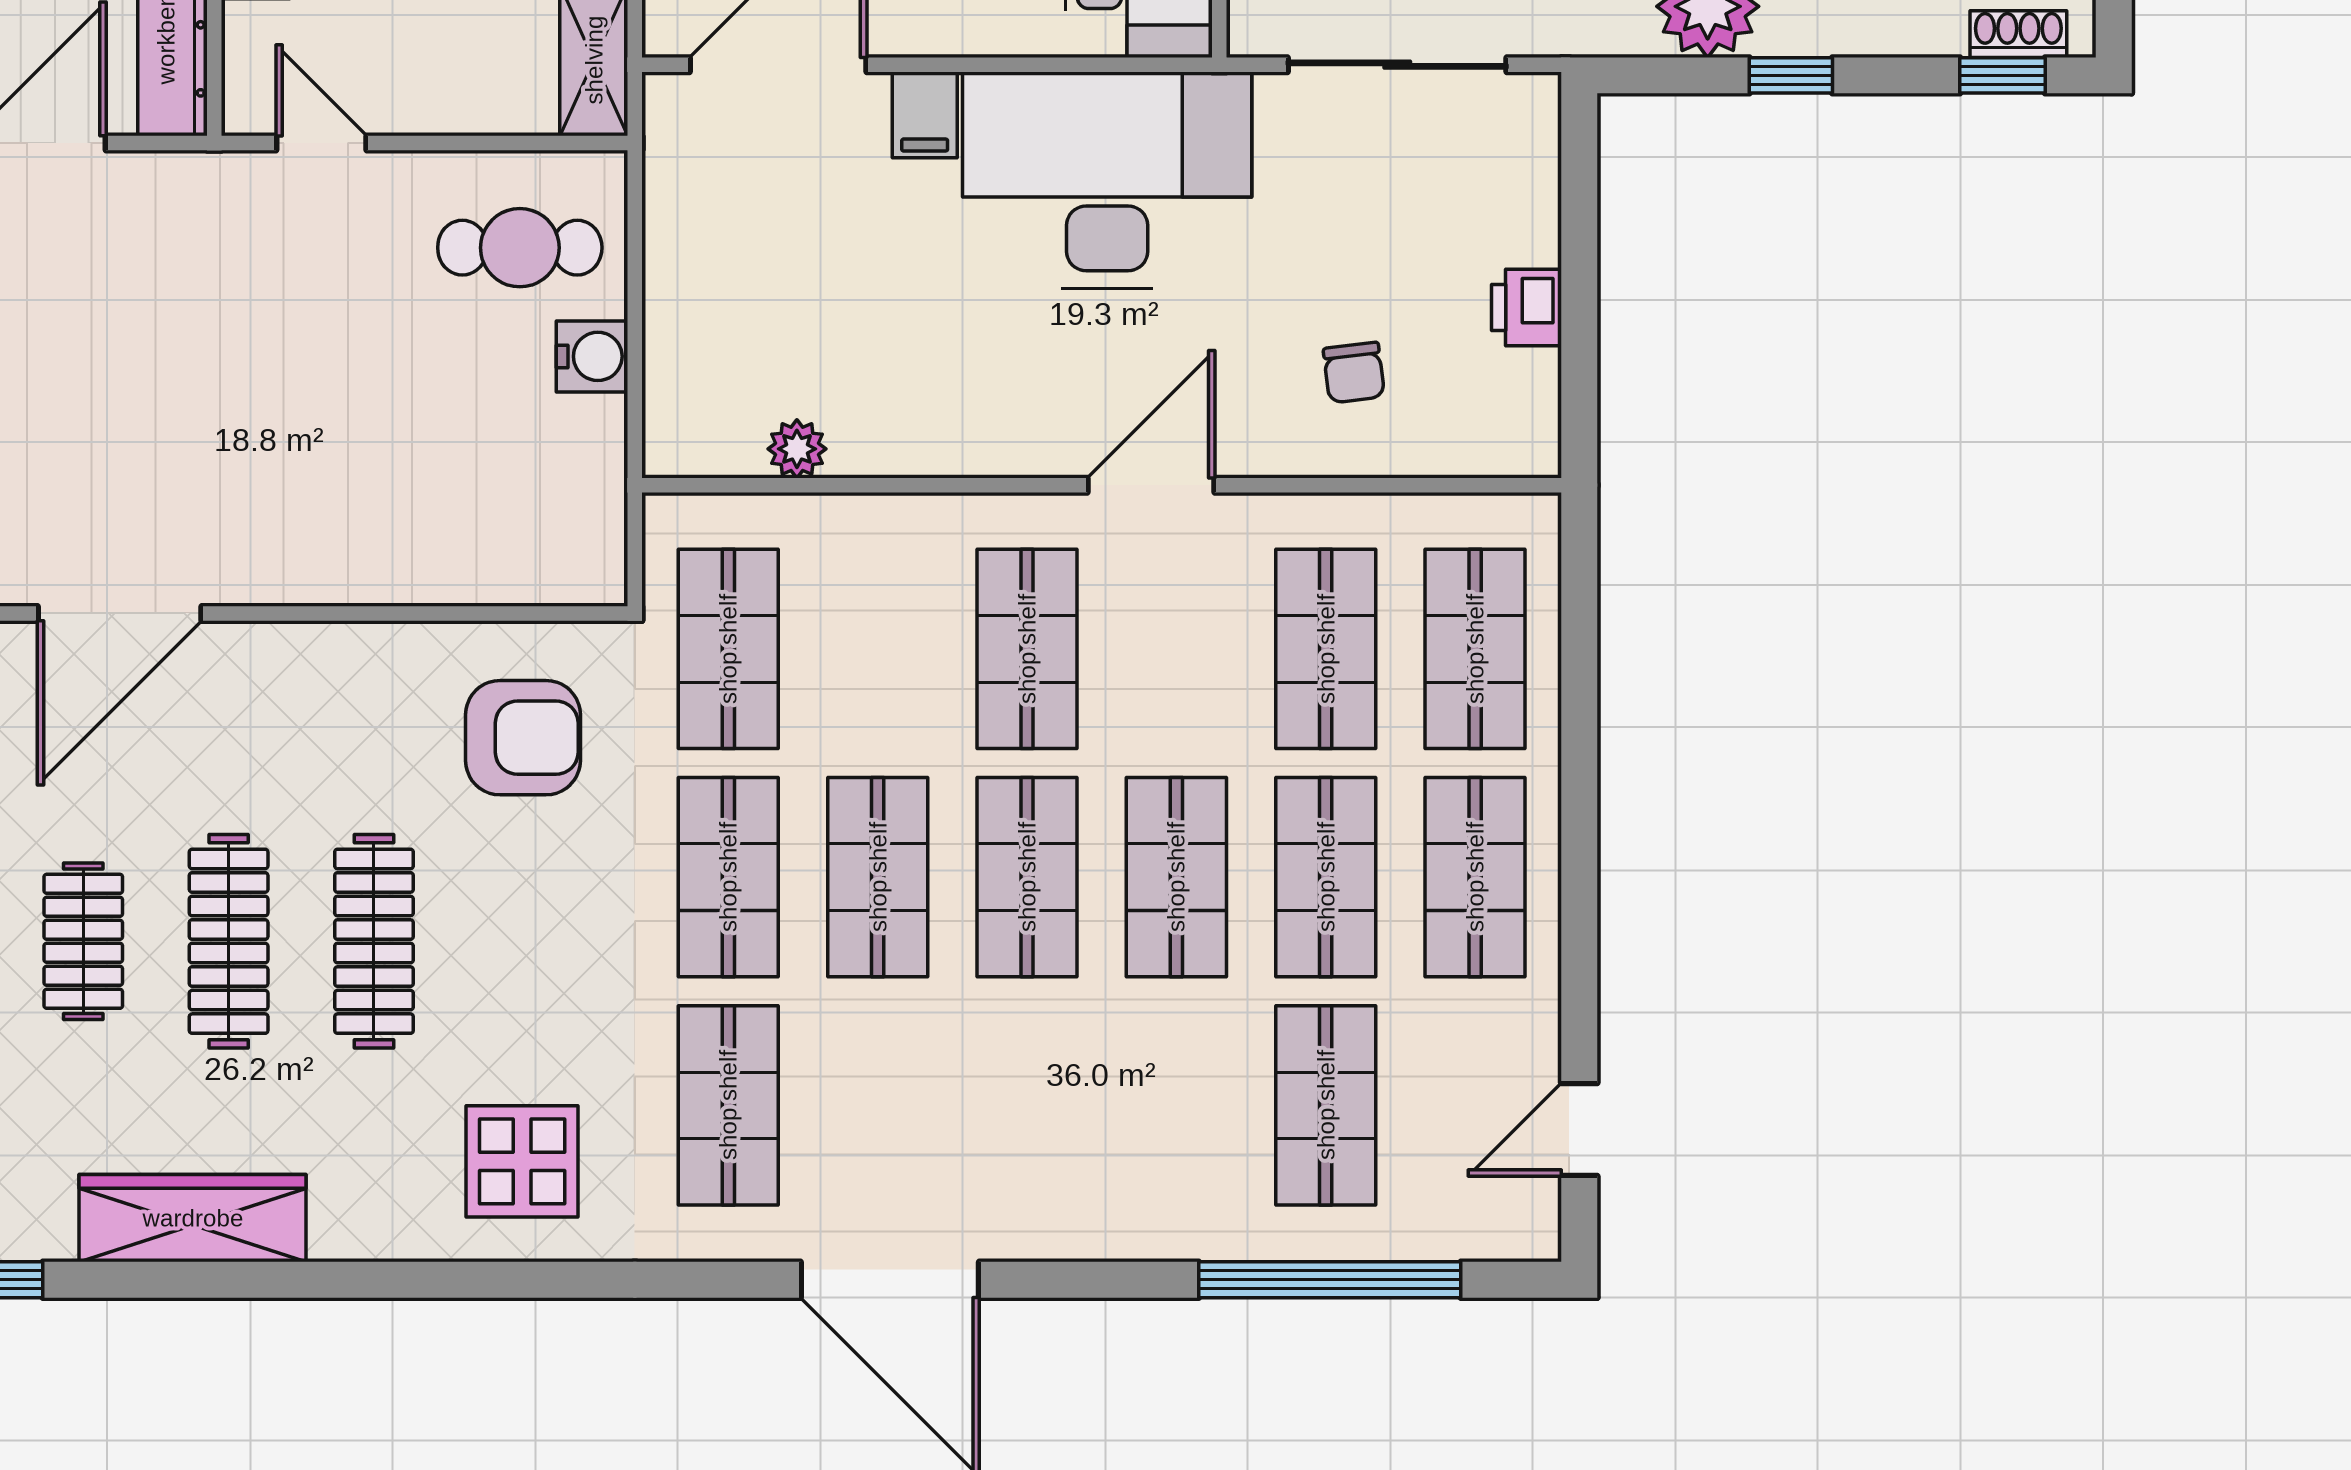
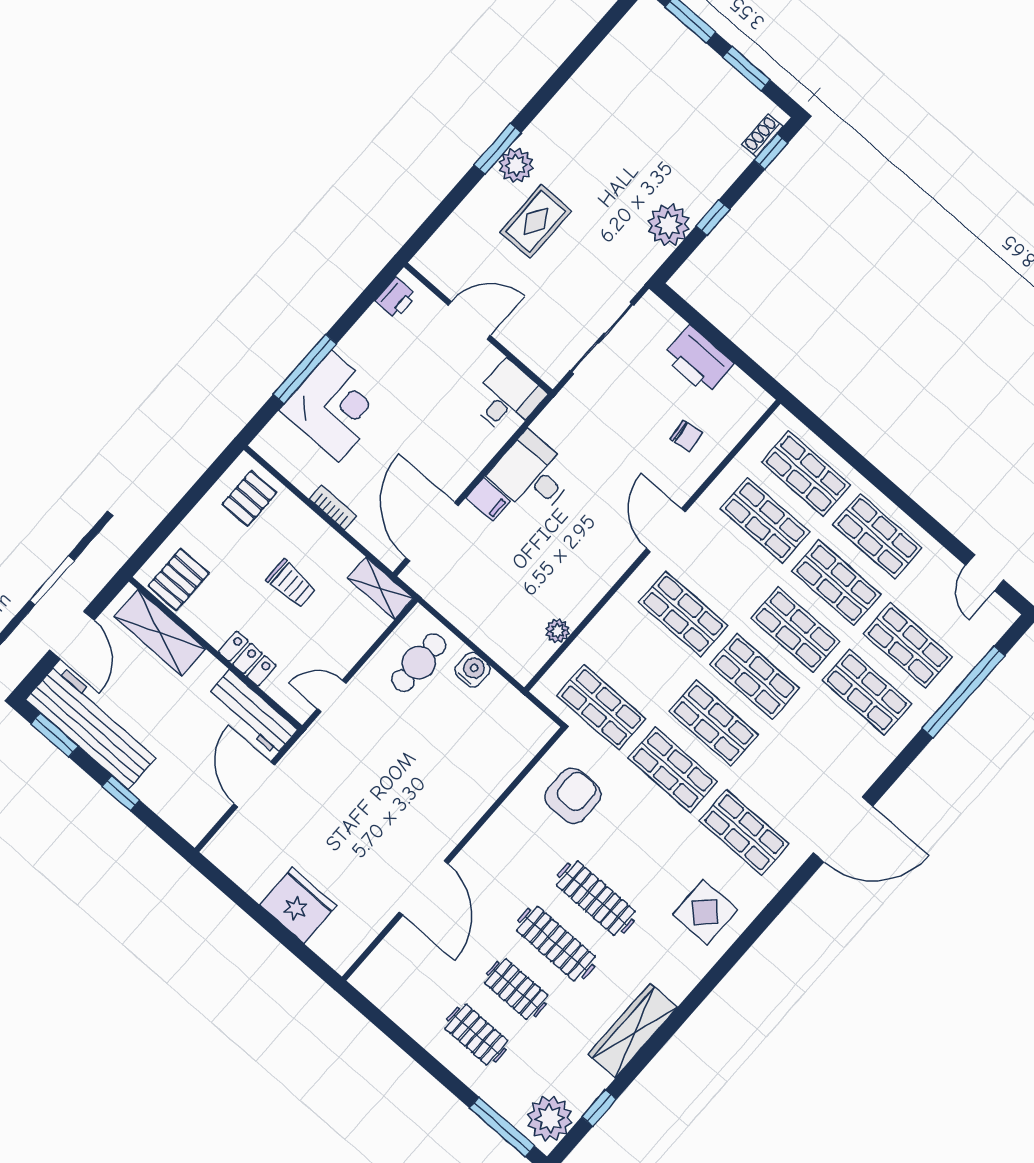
desk: (1107, 180) -> (532, 475), width x0.53, depth x0.77
printer: (1526, 307) -> (698, 360), width x1.87, depth x1.48
shop shelf: (1176, 1105) -> (867, 692), added

